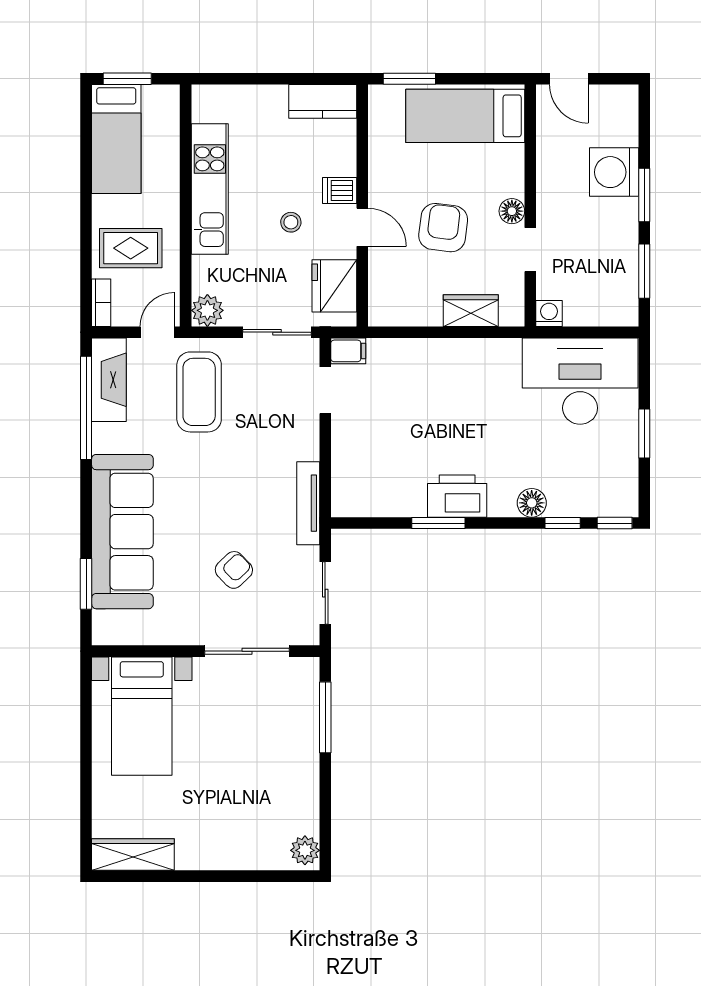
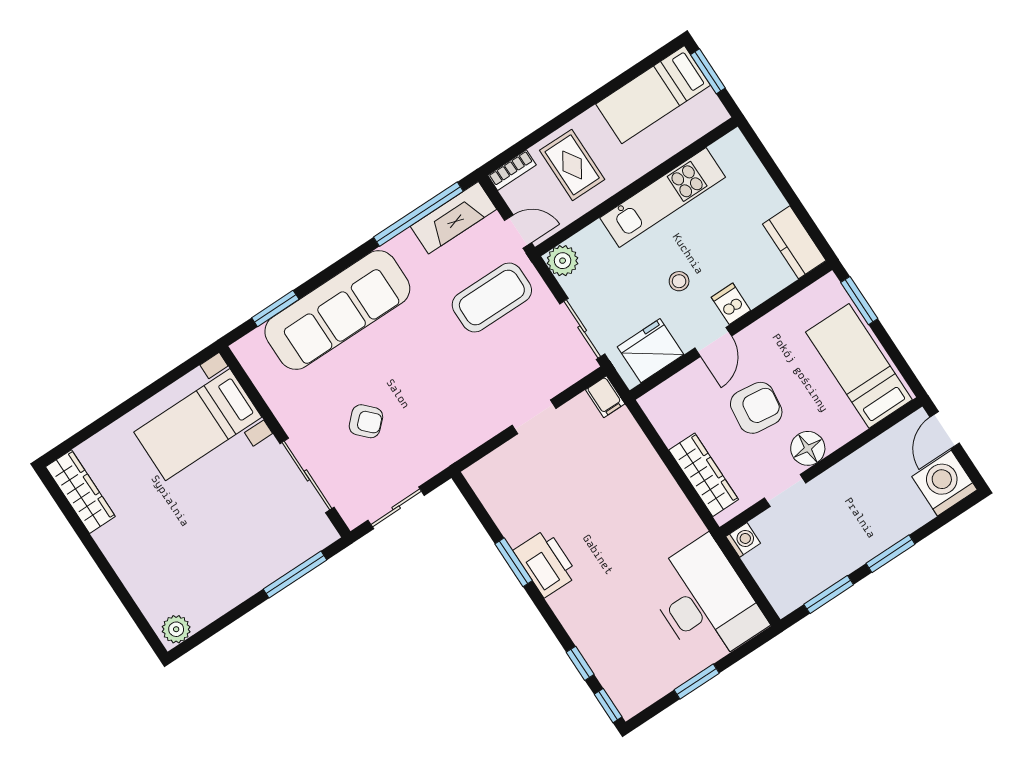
washing machine: (614, 172) -> (944, 483), moved
floor lamp: (512, 211) -> (808, 448), width x1.38, depth x1.38
wardrobe: (471, 311) -> (704, 475), width x1.50
doorway: (325, 390) -> (534, 417), moved
tv unit: (308, 503) -> (460, 446), removed
floor lamp: (532, 503) -> (580, 627), removed

